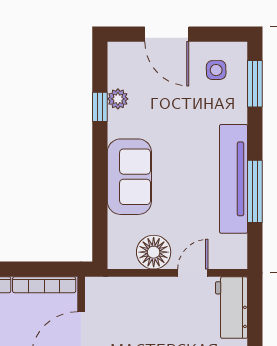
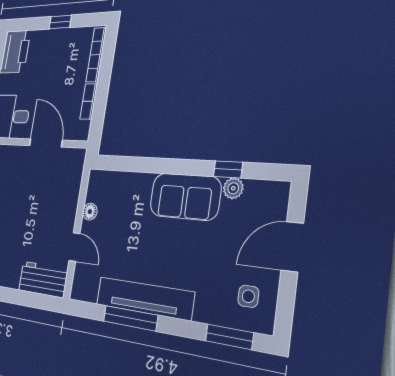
sofa: (129, 177) -> (185, 196), moved
floor lamp: (154, 252) -> (90, 212), width x0.53, depth x0.53
bookcase: (44, 285) -> (89, 101), width x0.64

